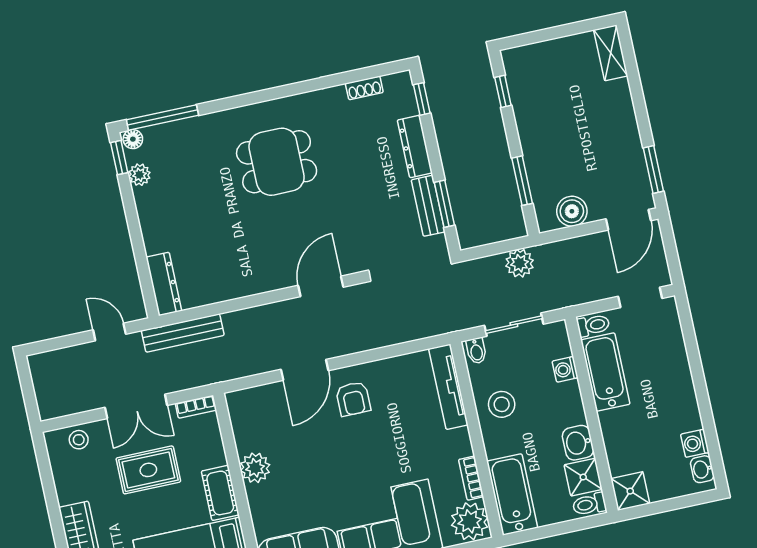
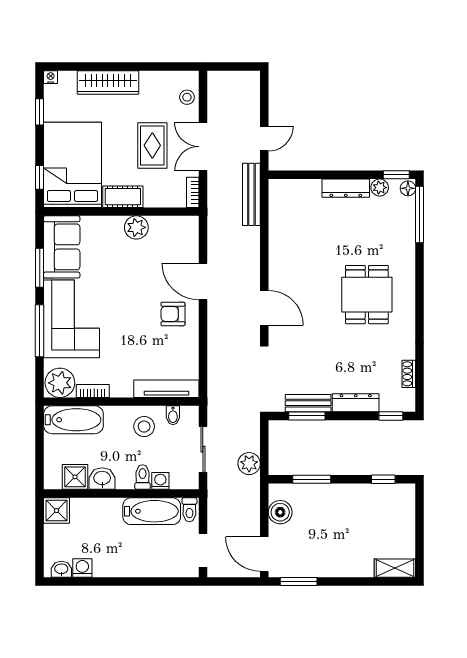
dresser: (164, 284) -> (346, 188), moved
bidet: (476, 351) -> (173, 415), moved, turned -90
toilet: (589, 504) -> (143, 477), moved

